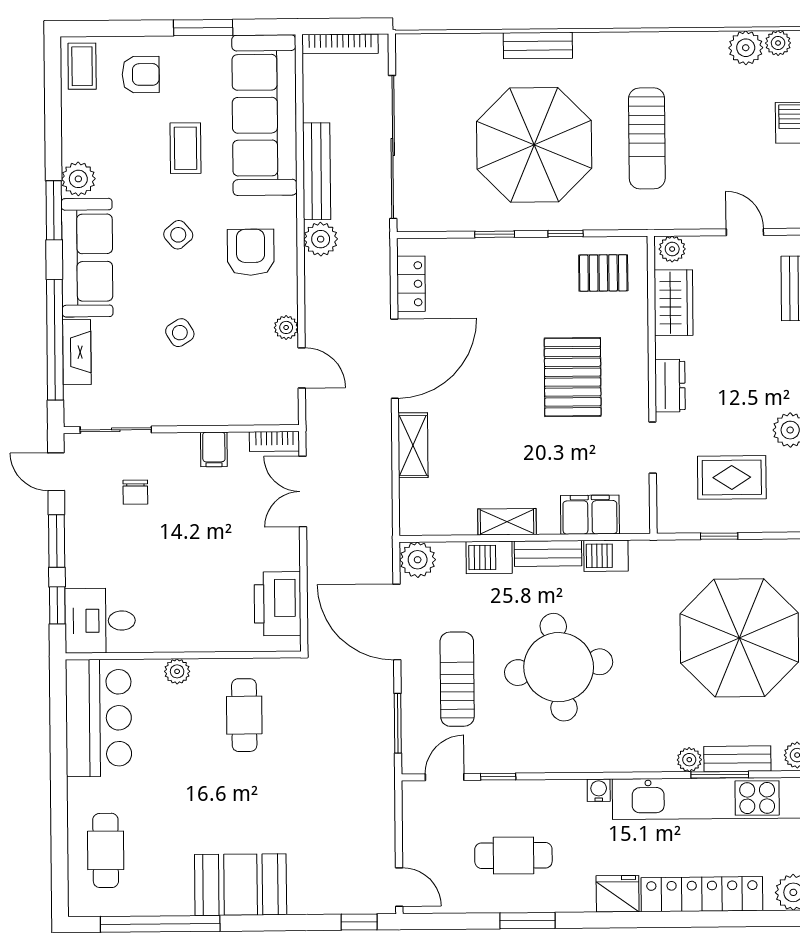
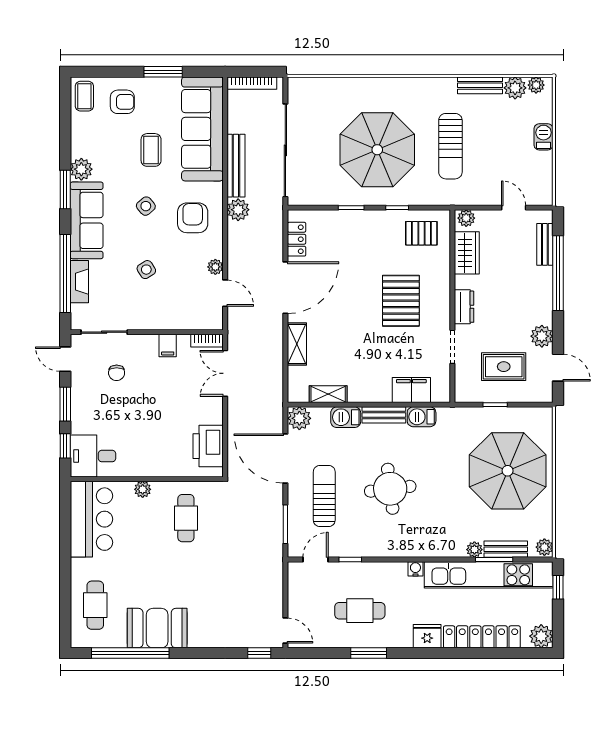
bench: (538, 46) -> (480, 85), moved
shelving: (507, 522) -> (328, 394), moved
round table: (559, 667) -> (390, 489), width x0.73, depth x0.73
booth: (241, 885) -> (157, 628), moved

